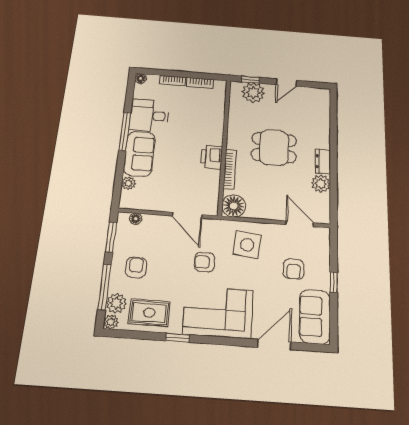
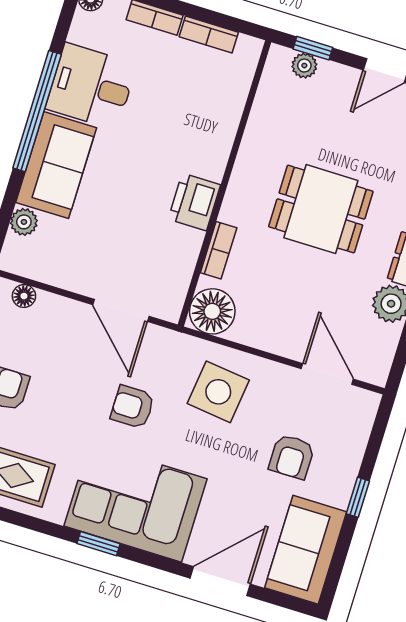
plant: (253, 93) -> (304, 66), width x0.53, depth x0.53
window: (125, 131) -> (37, 111), width x1.46
bookcase: (230, 169) -> (219, 250), width x0.64
window: (178, 338) -> (99, 544), moved

